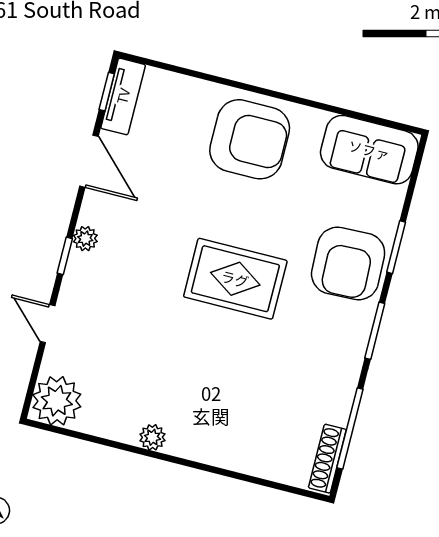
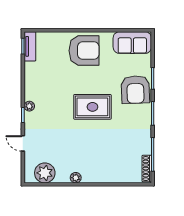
door: (89, 161) -> (23, 75), removed
plant: (57, 401) -> (45, 173), moved

